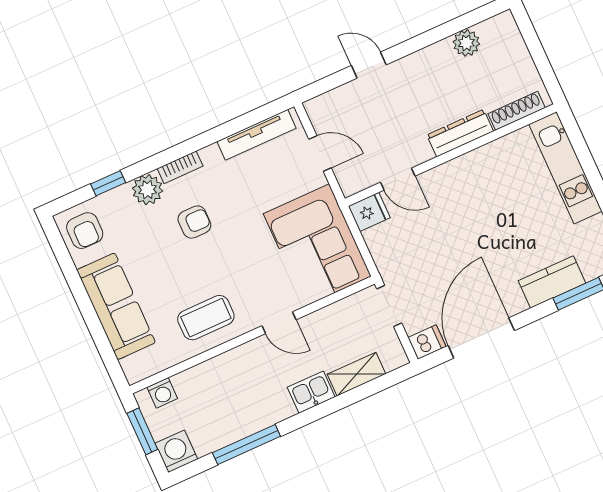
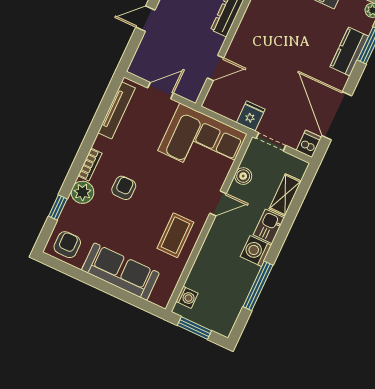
fridge: (369, 212) -> (251, 116), moved
armchair: (85, 231) -> (67, 245), turned -90
boiler: (330, 317) -> (243, 176), added
washing machine: (176, 451) -> (256, 251), moved

